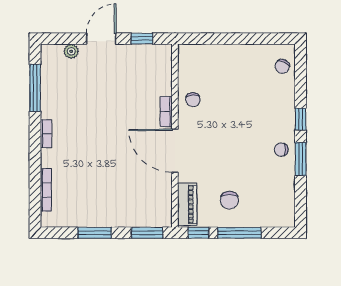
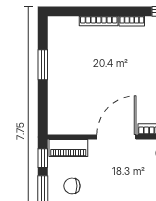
bookcase: (46, 190) -> (99, 21), moved
window: (147, 233) -> (43, 112), removed

